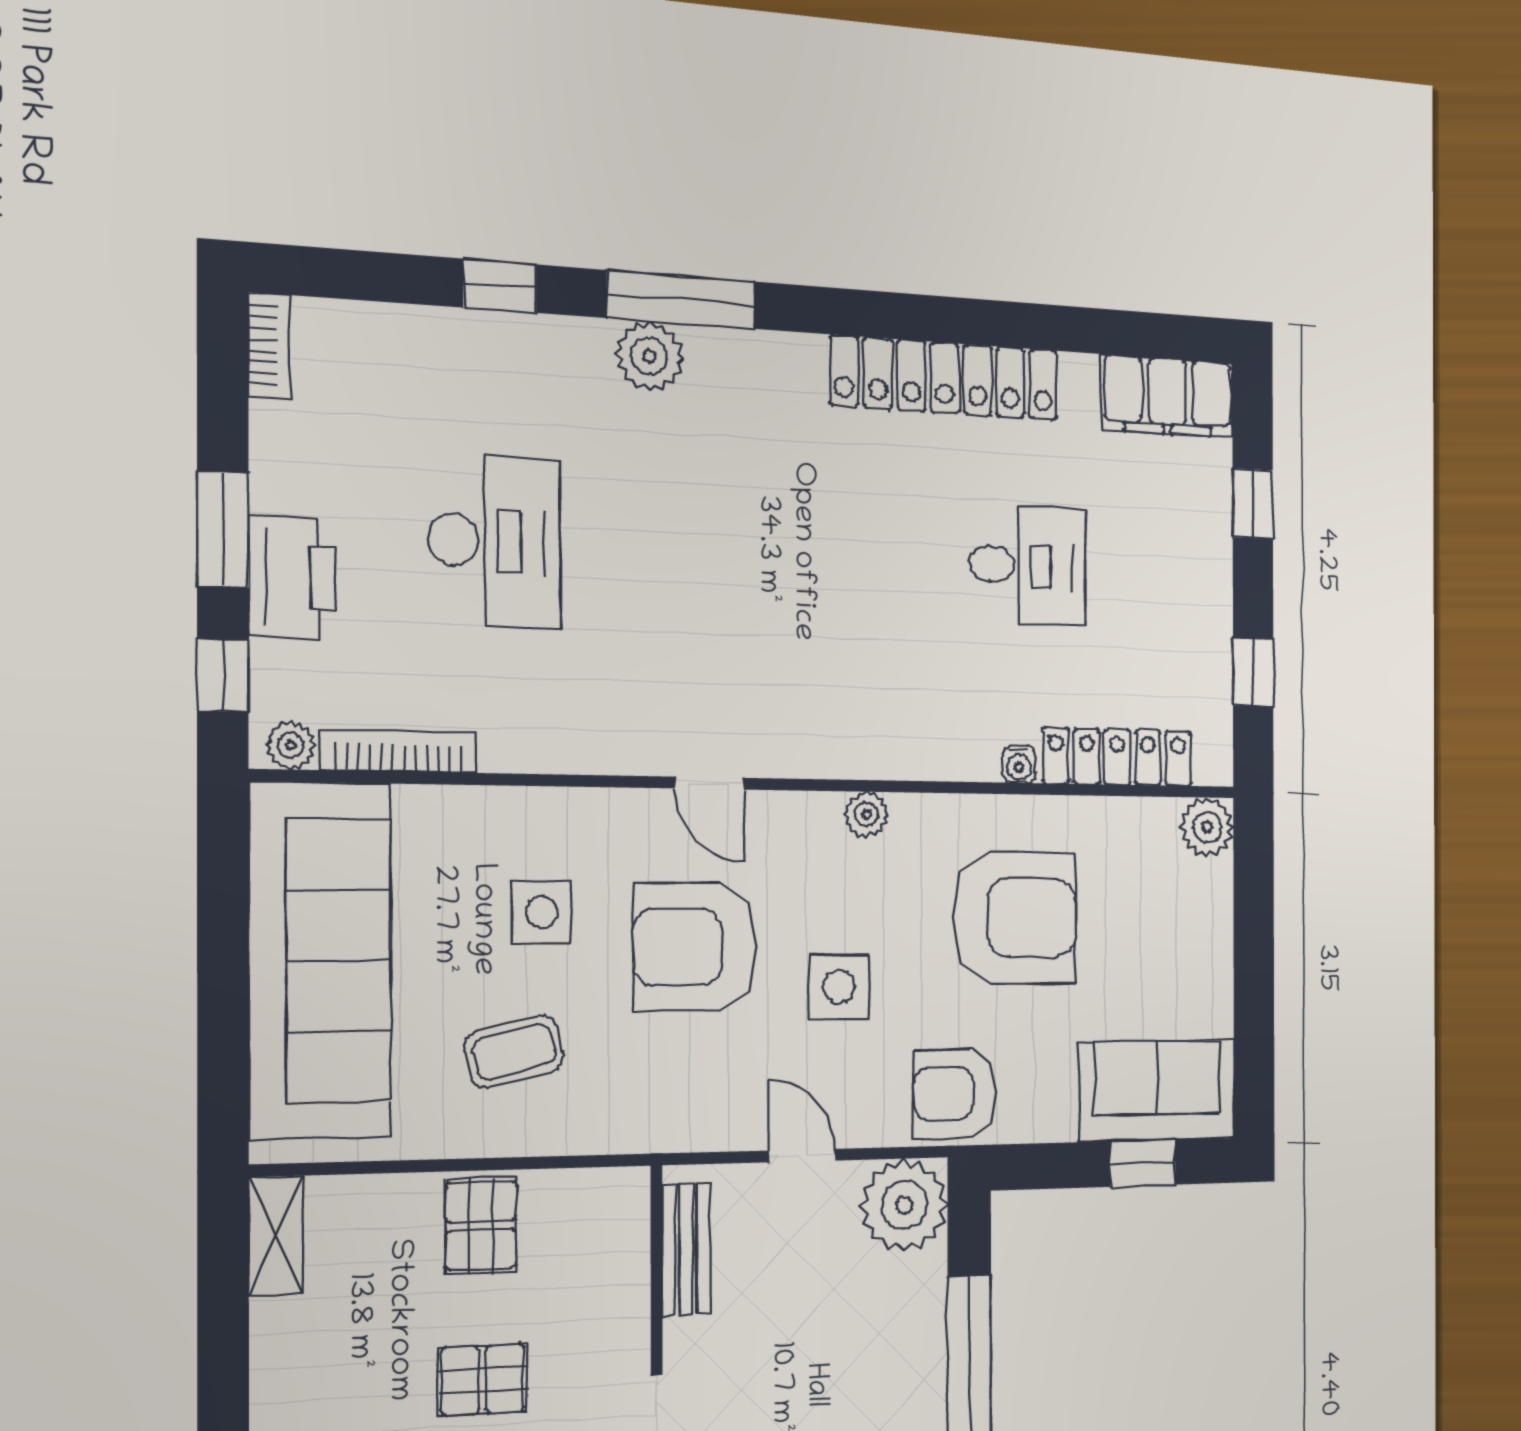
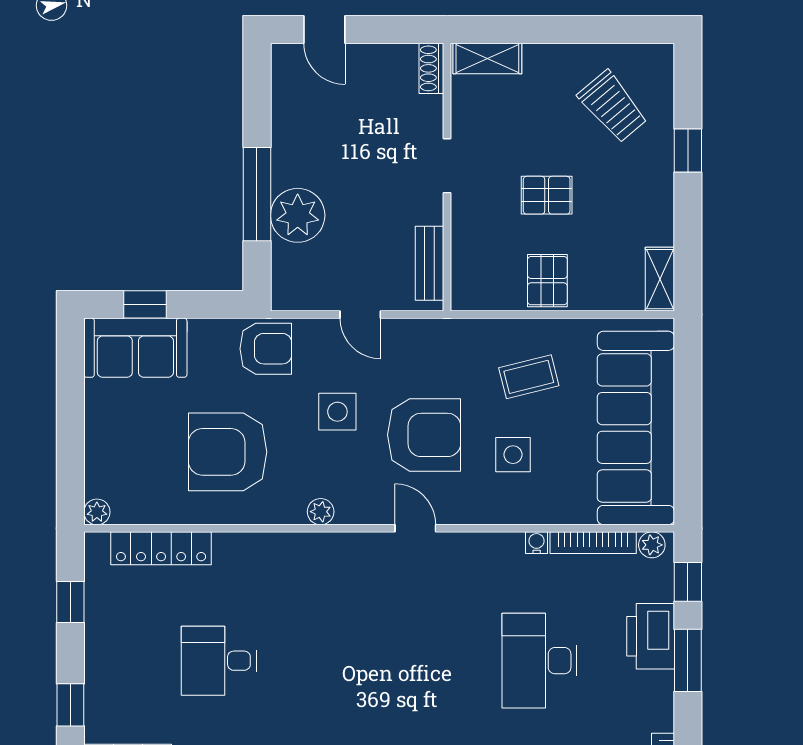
water cooler: (1019, 764) -> (537, 543), moved
plant: (1207, 827) -> (97, 512), width x0.73, depth x0.73
plant: (904, 1205) -> (298, 215), moved

